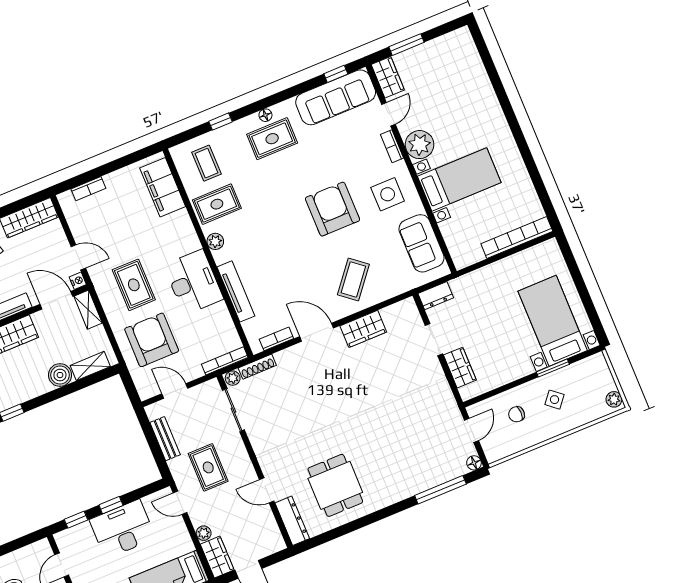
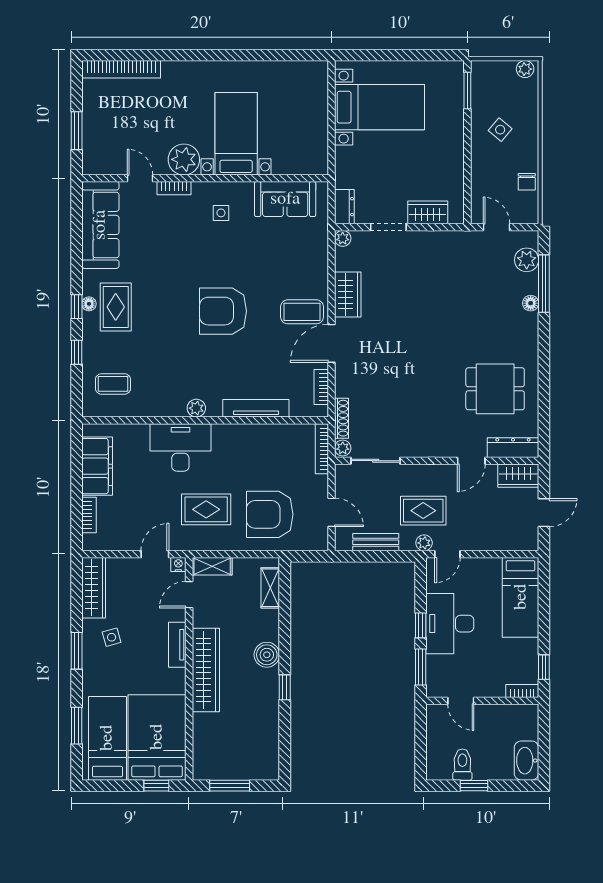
window: (336, 74) -> (77, 307), moved
wardrobe: (388, 77) -> (102, 163), removed
filing cabinet: (163, 187) -> (97, 466), moved, turned -90
side table: (388, 194) -> (221, 213), width x0.54, depth x0.54
rug: (217, 204) -> (159, 391), removed
armchair: (332, 209) -> (223, 311), moved
bookcase: (517, 237) -> (121, 69), moved, turned -90
coffee table: (353, 280) -> (302, 312), moved, turned -39
desk: (193, 282) -> (180, 447), moved
door: (56, 300) -> (189, 595), width x0.73
plant: (409, 305) -> (343, 238), added
bed with nightstands: (553, 321) -> (380, 107), moved, turned 180
window: (553, 368) -> (467, 91), moved
boiler: (60, 375) -> (267, 655), moved
door: (175, 391) -> (331, 512), swing flipped
chair: (517, 414) -> (527, 182), moved
floor lamp: (474, 463) -> (531, 303), moved
plant: (454, 467) -> (527, 260), added
window: (76, 520) -> (421, 667), width x1.50
plant: (204, 533) -> (424, 543), moved
wardrobe: (217, 557) -> (518, 476), moved, turned 180

